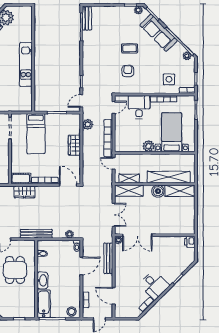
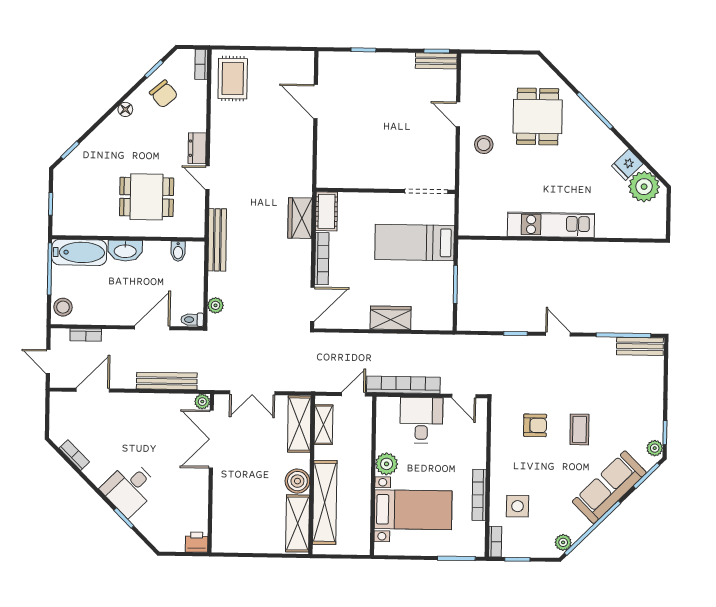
door: (81, 101) -> (558, 334), moved
desk: (139, 107) -> (421, 420), moved, turned -90
plant: (88, 124) -> (431, 345), removed
door: (81, 266) -> (152, 328), swing flipped
desk: (154, 285) -> (130, 488), moved

